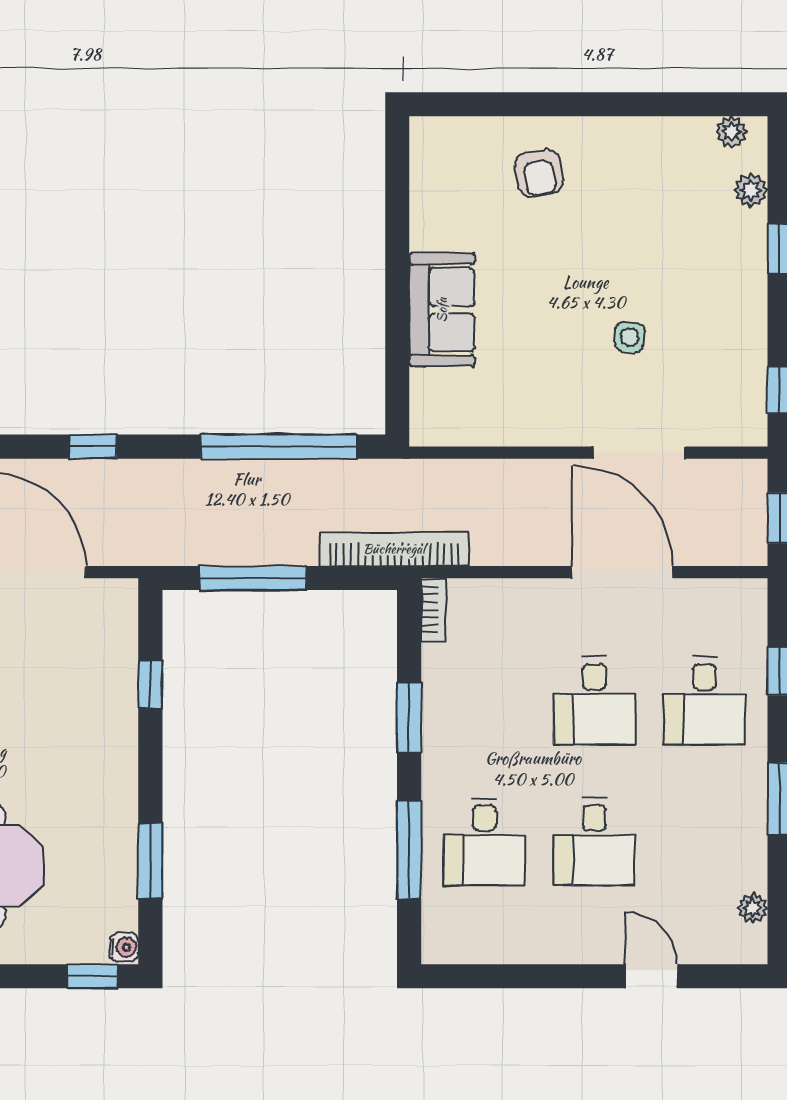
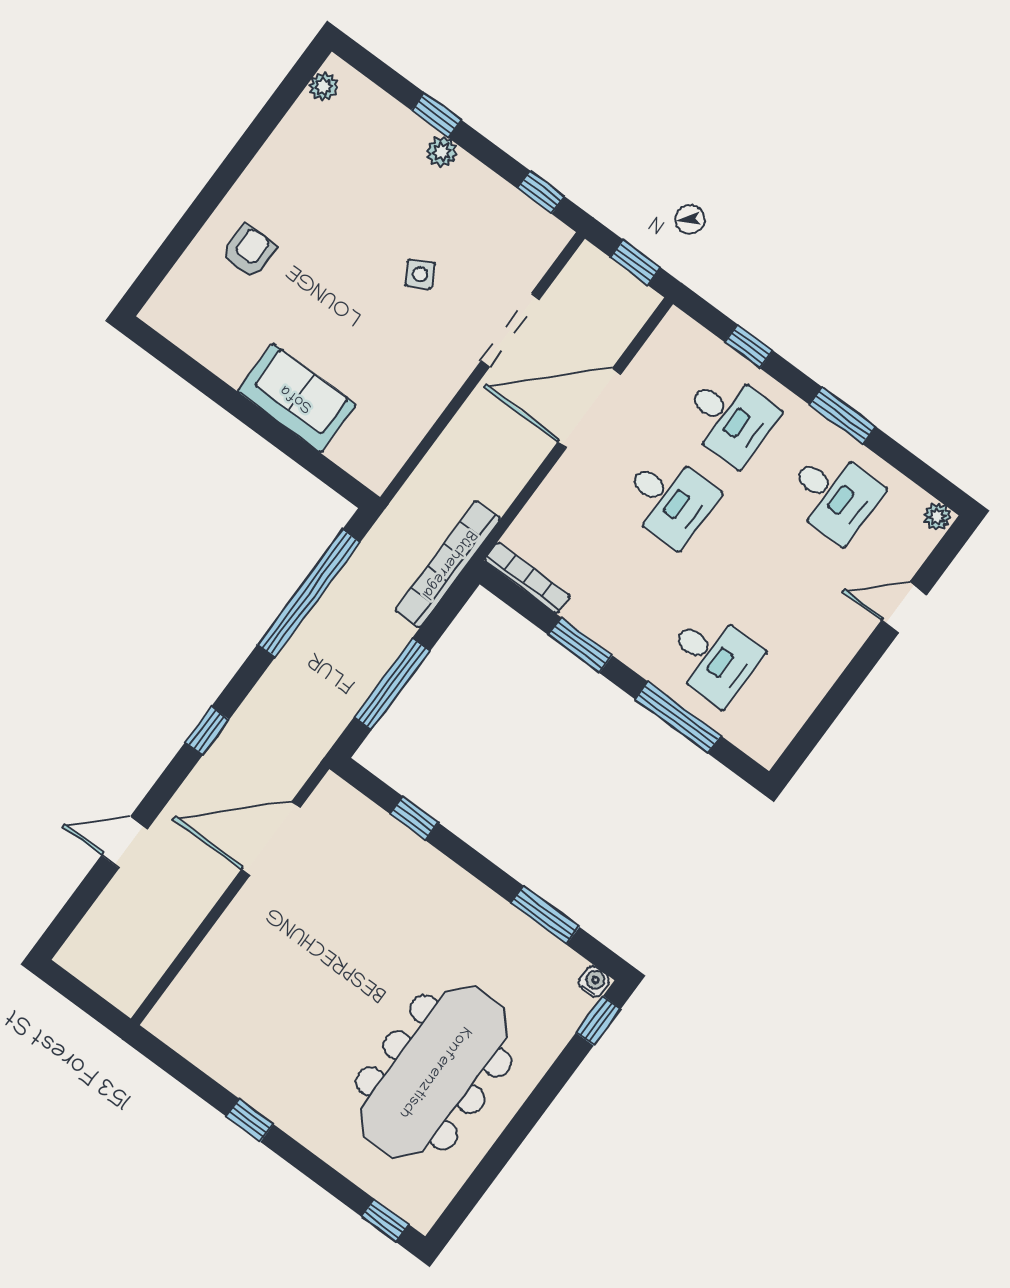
armchair: (539, 173) -> (249, 251), turned -80
plant: (751, 190) -> (442, 152), moved
side table: (630, 337) -> (420, 274), turned -36
bookcase: (434, 610) -> (527, 578), width x1.56
desk: (594, 842) -> (834, 495), moved
plant: (753, 908) -> (937, 516), moved

